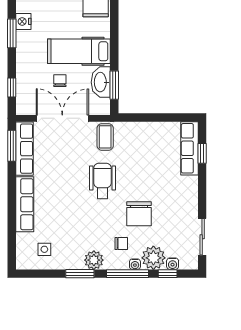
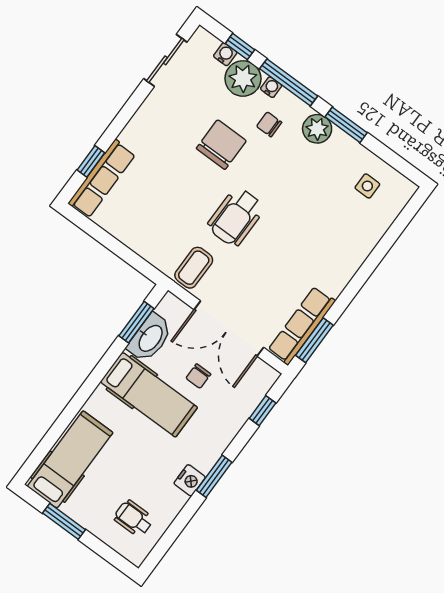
row of seats: (25, 204) -> (351, 258), removed

